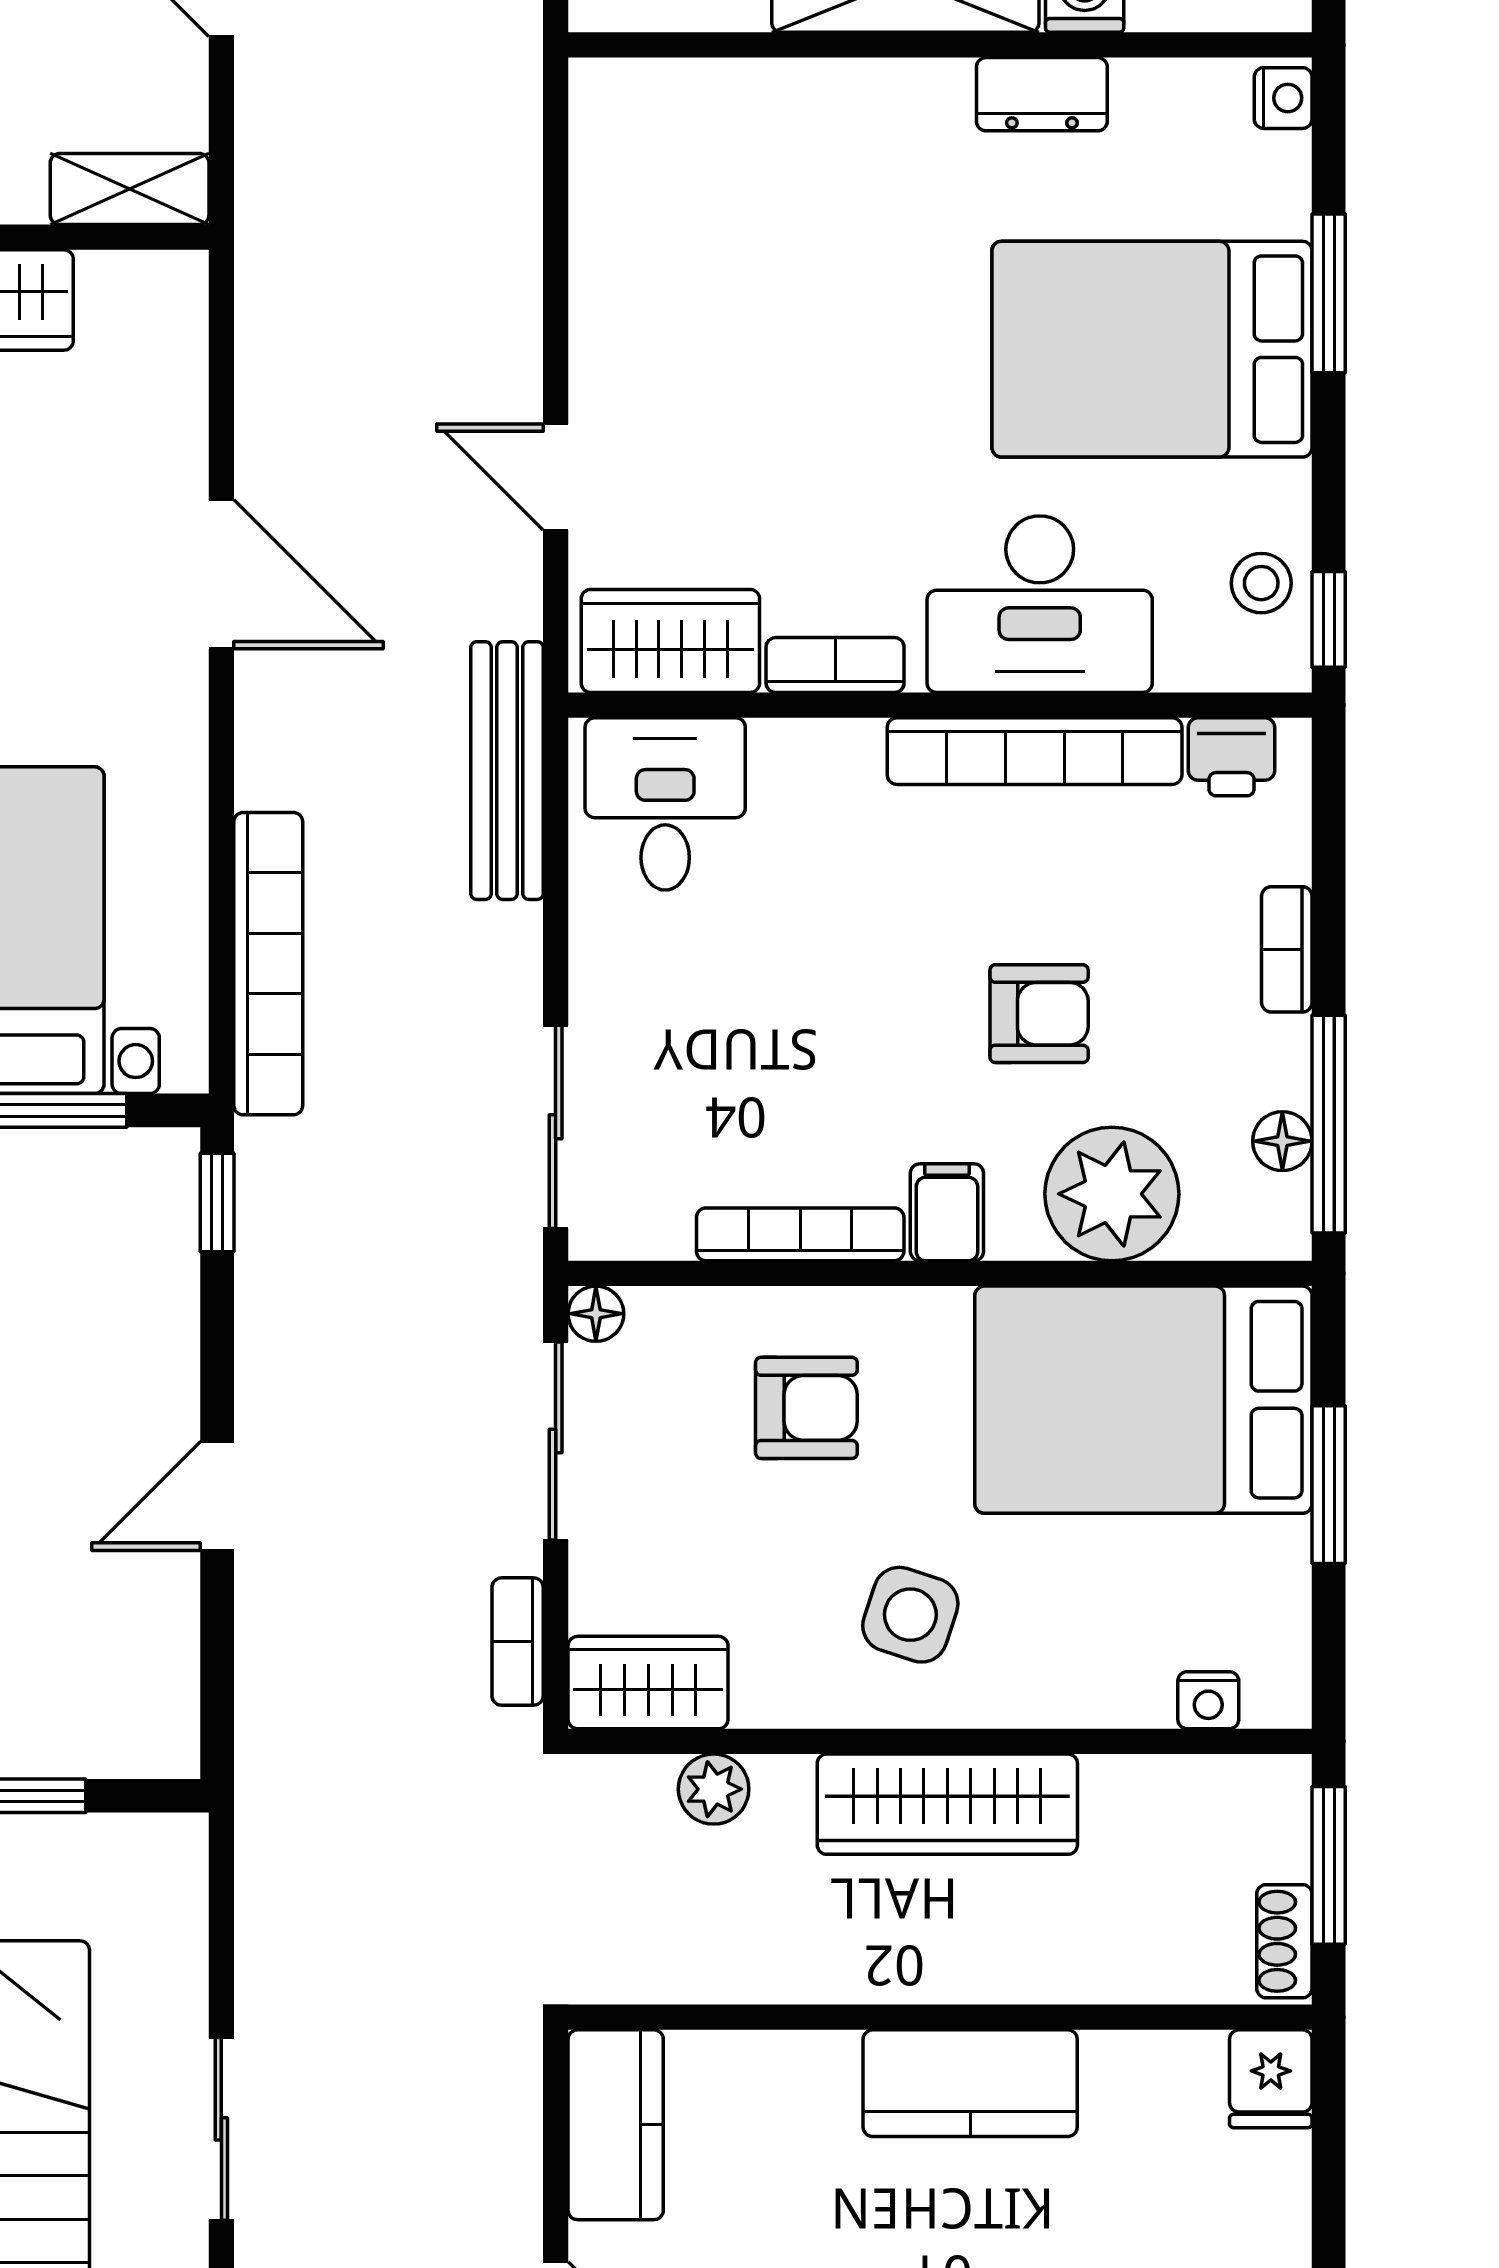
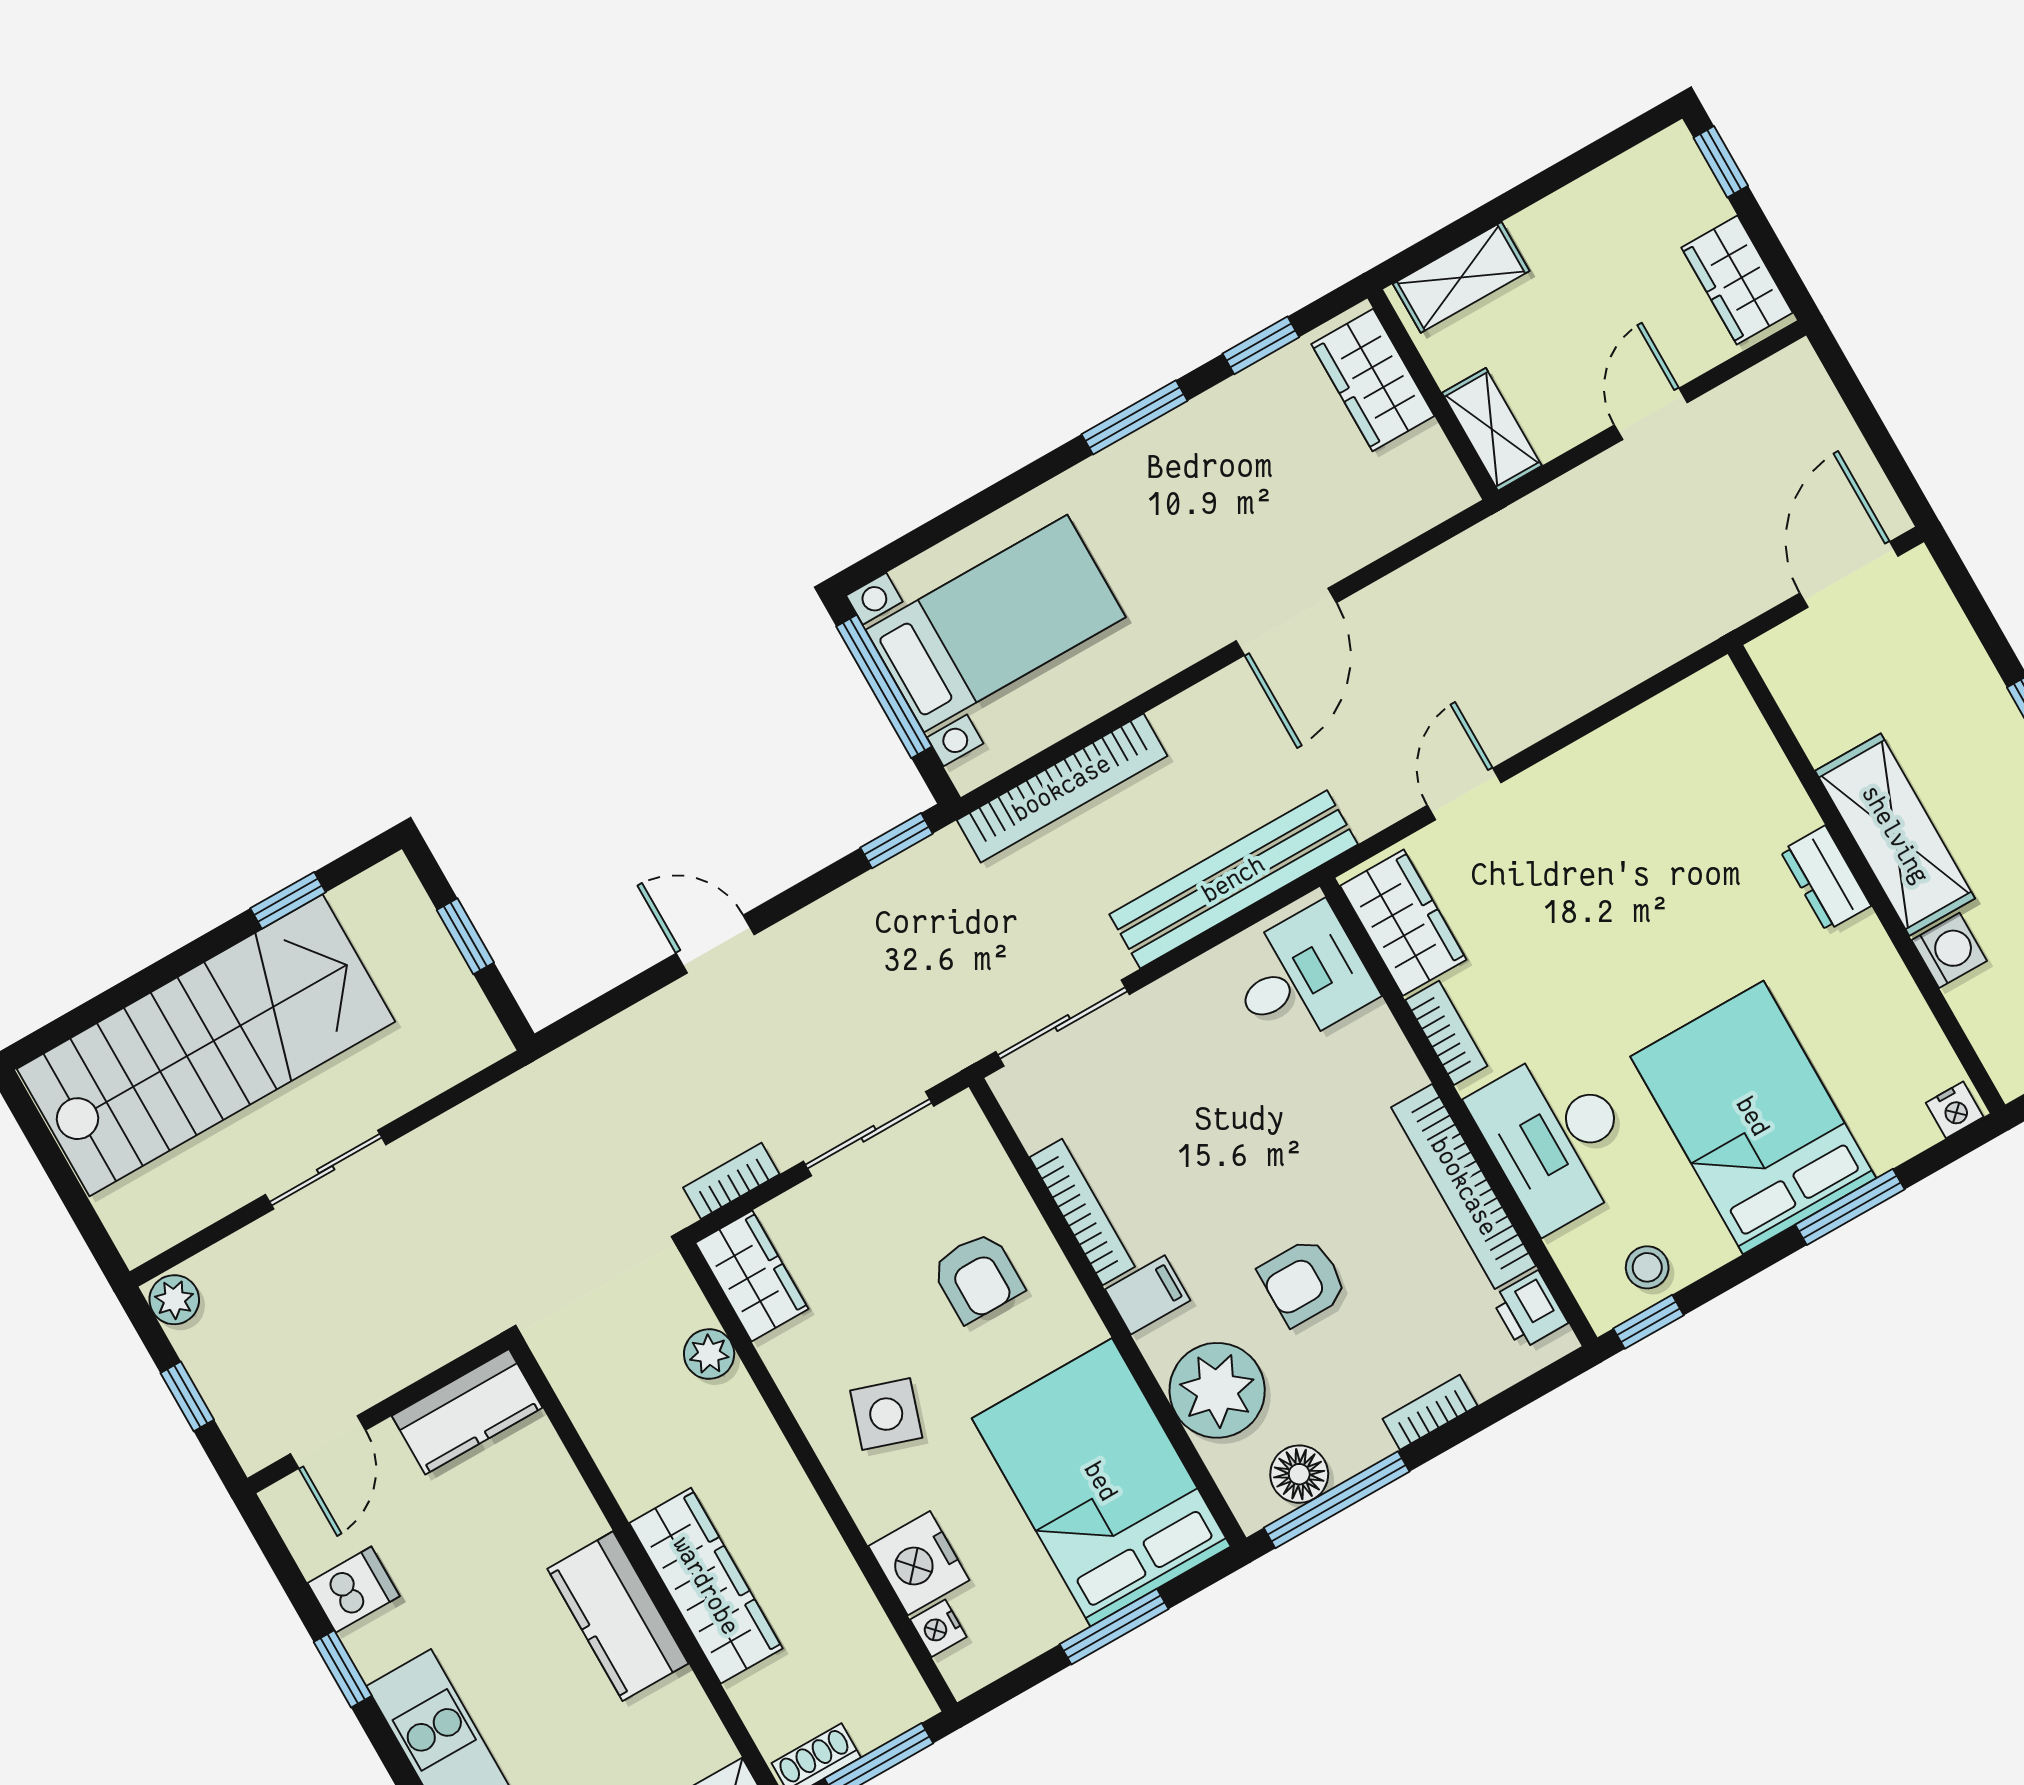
dresser: (1042, 94) -> (1826, 878), moved
bench: (507, 771) -> (1234, 879), width x1.37, depth x1.21
armchair: (1039, 1014) -> (1303, 1282), turned 90
floor lamp: (1282, 1141) -> (1299, 1474), width x1.37, depth x1.37
floor lamp: (596, 1314) -> (961, 1114), removed
nightstand: (1115, 1679) -> (919, 1563), added
wardrobe: (947, 1804) -> (706, 1586), moved, turned 180

